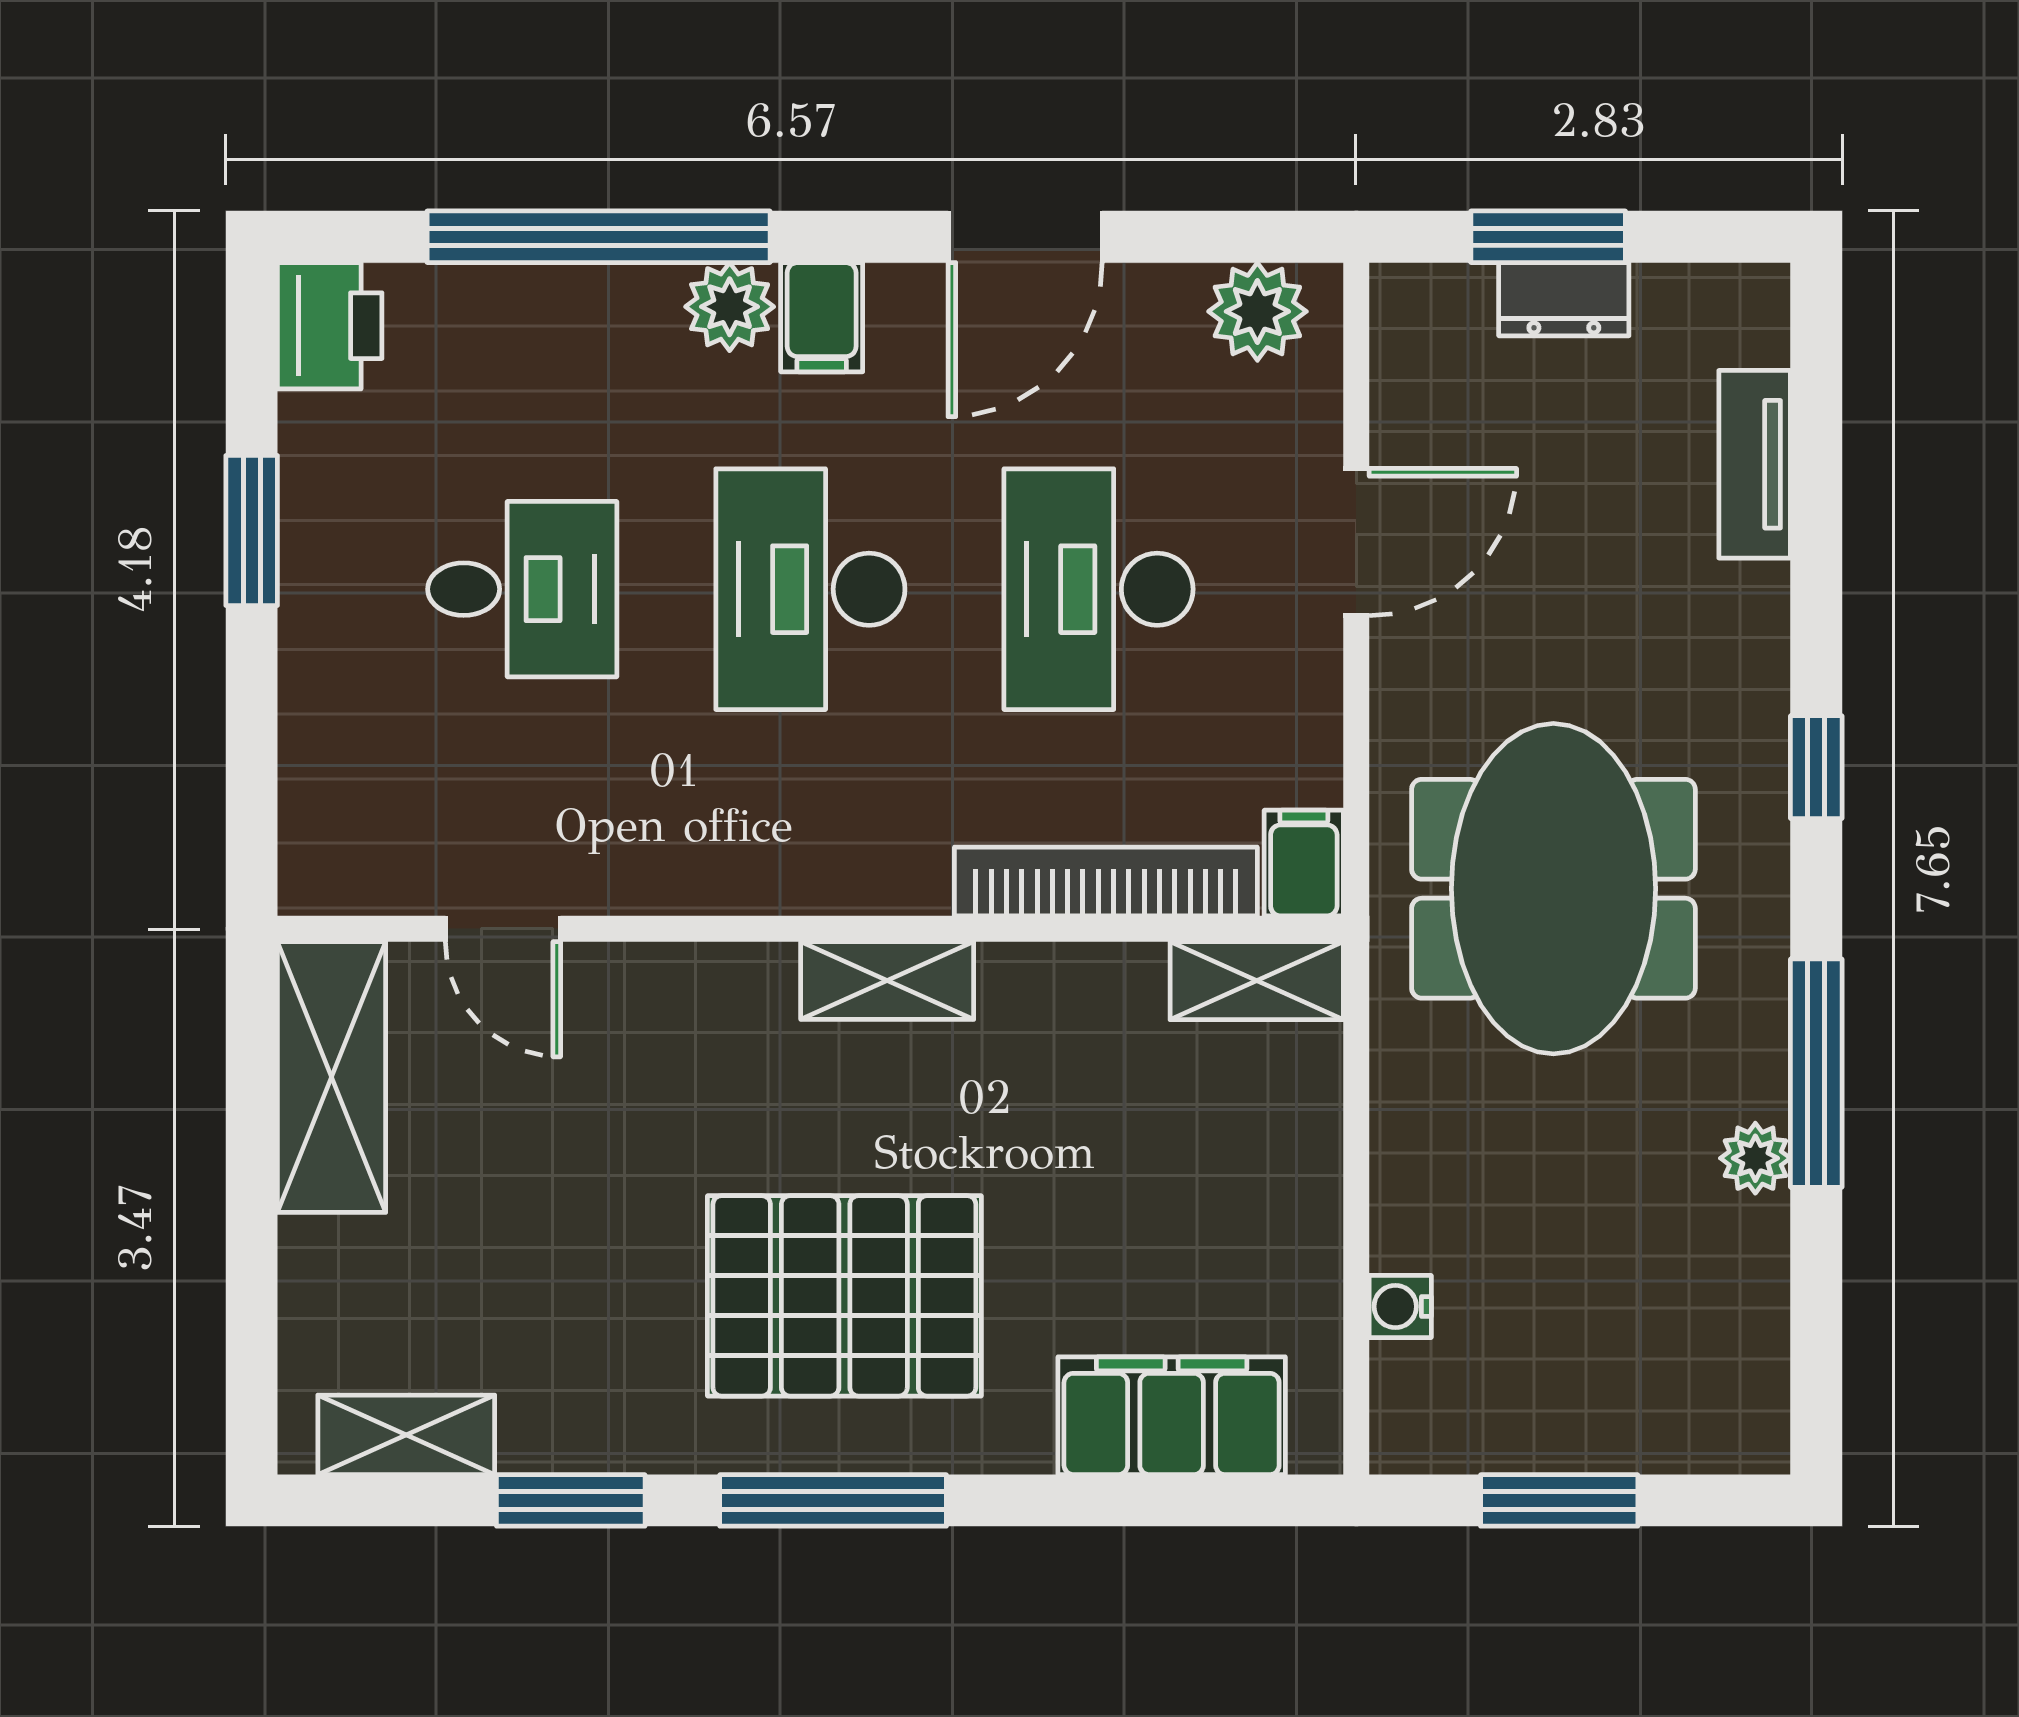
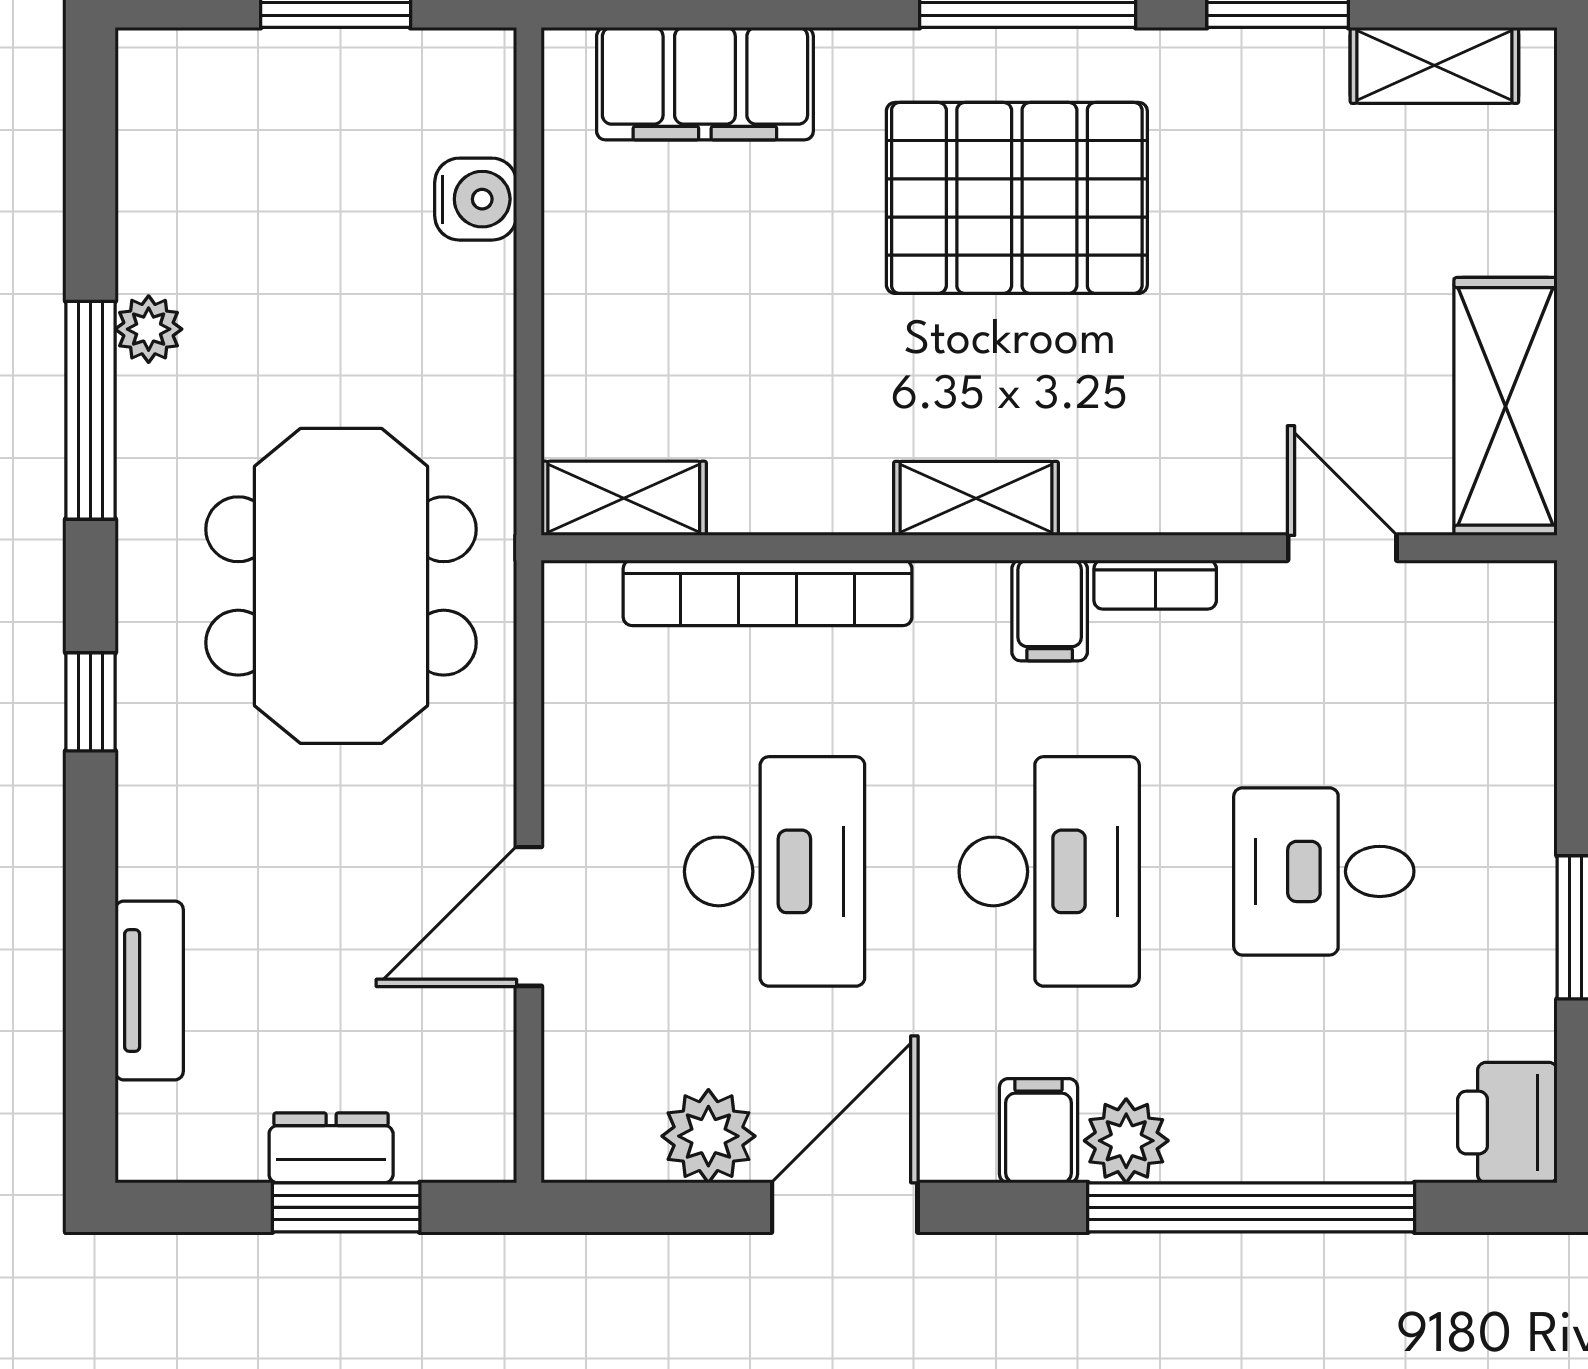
plant: (1257, 311) -> (708, 1136), moved
filing cabinet: (1304, 863) -> (1050, 610), moved
bookcase: (699, 890) -> (1155, 585), added
water cooler: (1400, 1306) -> (476, 199), width x1.38, depth x1.38

